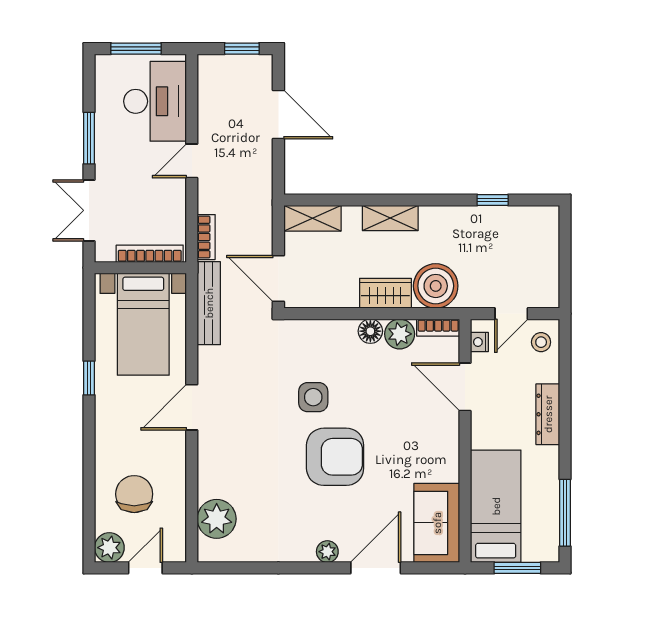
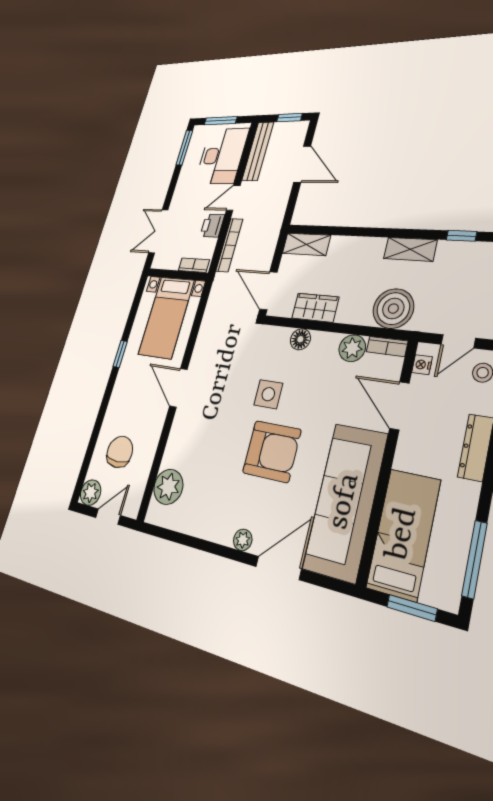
window: (89, 138) -> (184, 148), moved
printer: (172, 199) -> (212, 226), added
shelving: (390, 218) -> (410, 249), moved
bookcase: (206, 237) -> (229, 245), width x1.56
bookcase: (150, 254) -> (194, 265), width x0.64
wardrobe: (385, 293) -> (315, 308), moved
bench: (209, 303) -> (258, 151), moved
floor lamp: (370, 331) -> (300, 339), moved
door: (192, 407) -> (178, 388), hinge flipped
sofa: (437, 523) -> (345, 501), width x1.85, depth x1.27

